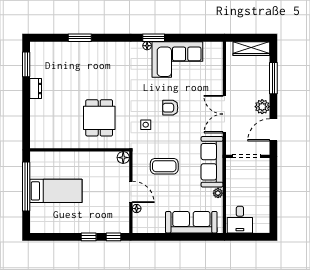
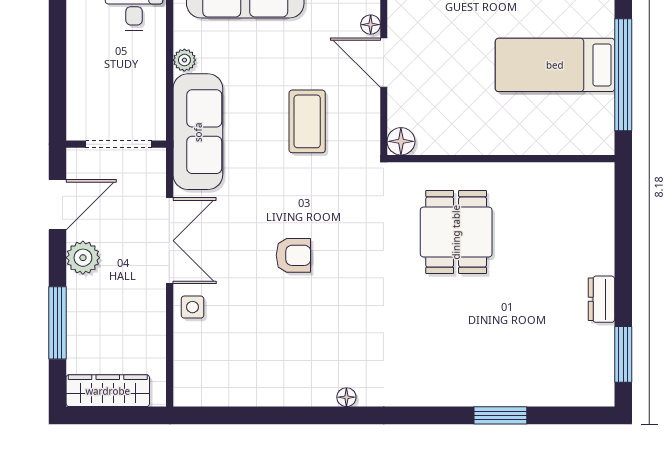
window: (154, 38) -> (331, 415), removed
corner sofa: (177, 59) -> (277, 366), removed
side table: (146, 125) -> (193, 307), moved
coffee table: (164, 166) -> (307, 121), turned 90

